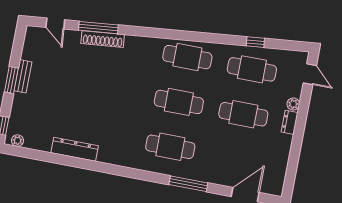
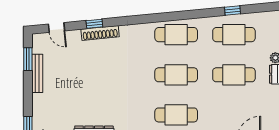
window: (98, 28) -> (94, 24), width x0.46
bench: (23, 76) -> (37, 73), width x1.36
window: (11, 80) -> (28, 59), moved

